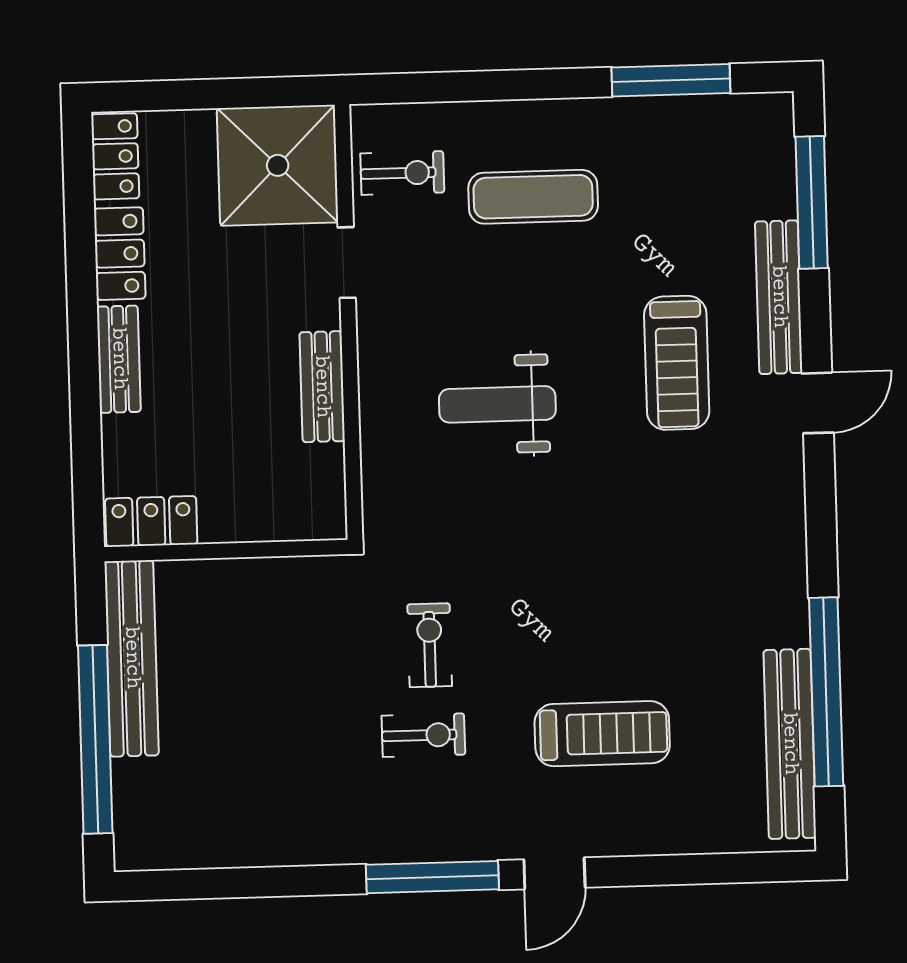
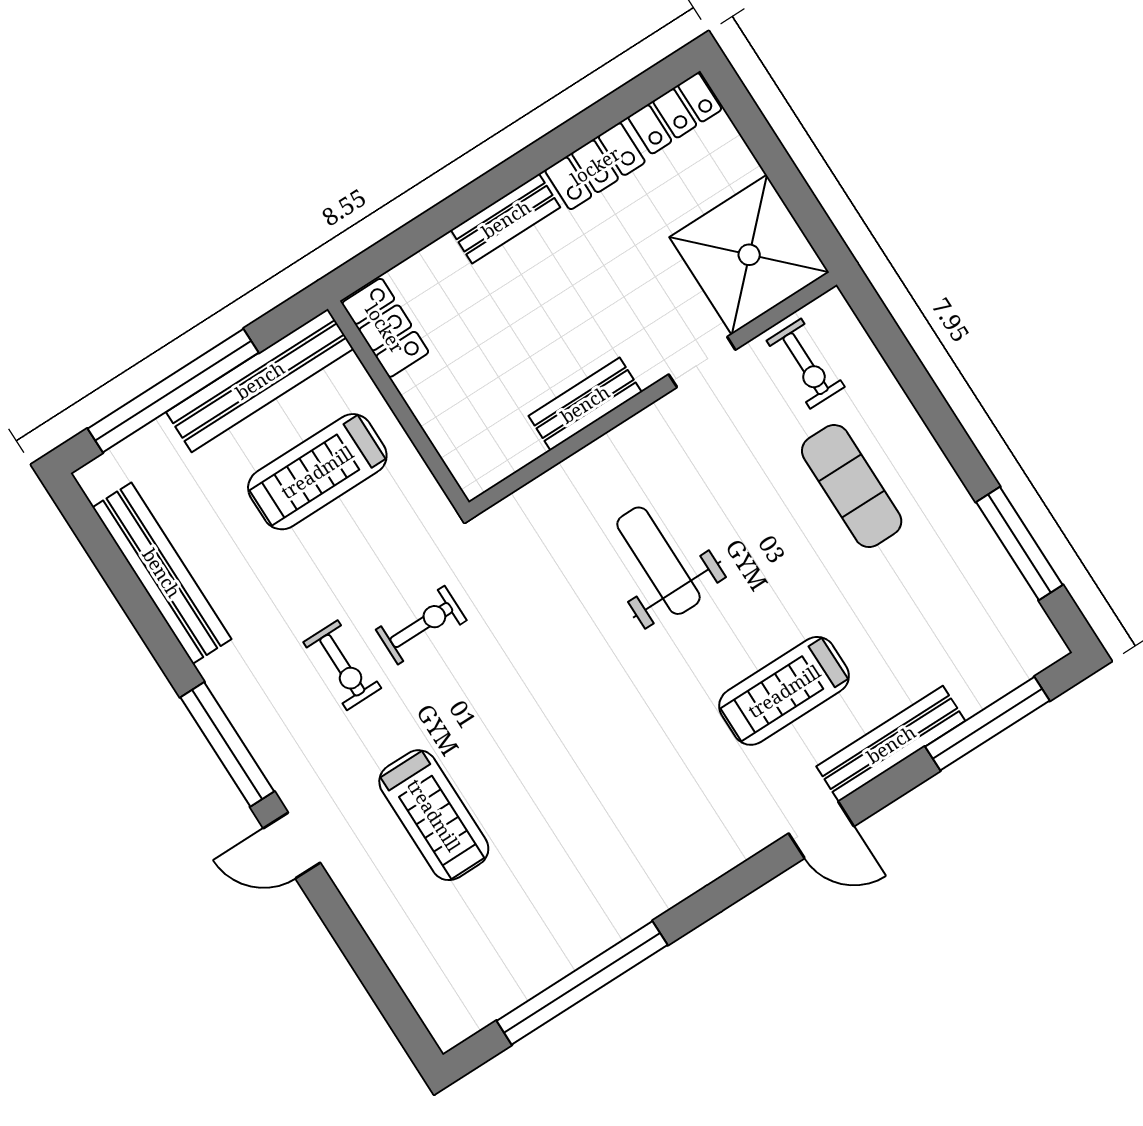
treadmill: (241, 656) -> (317, 472), added
bench: (790, 744) -> (162, 573), moved, turned 90

